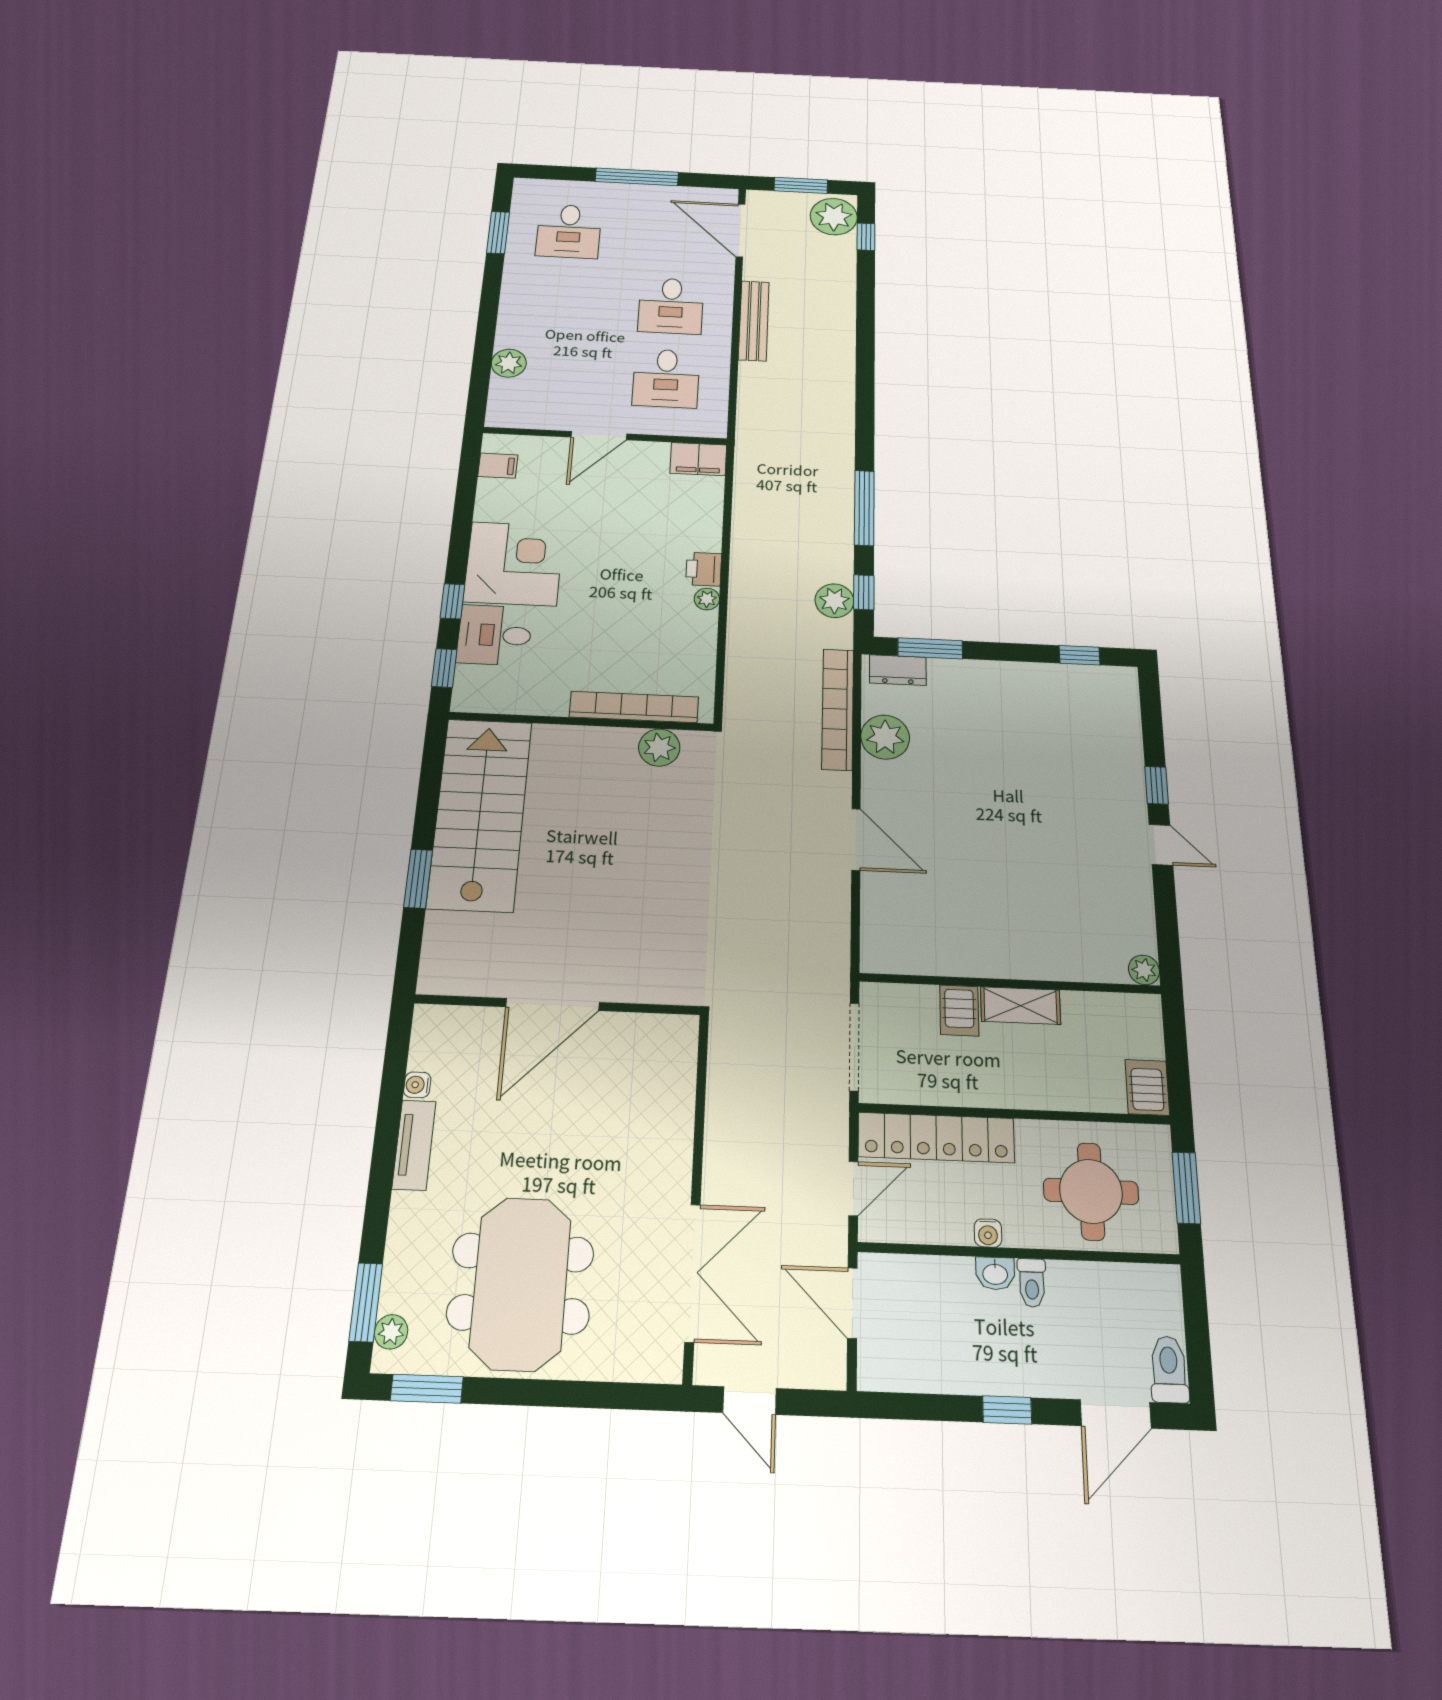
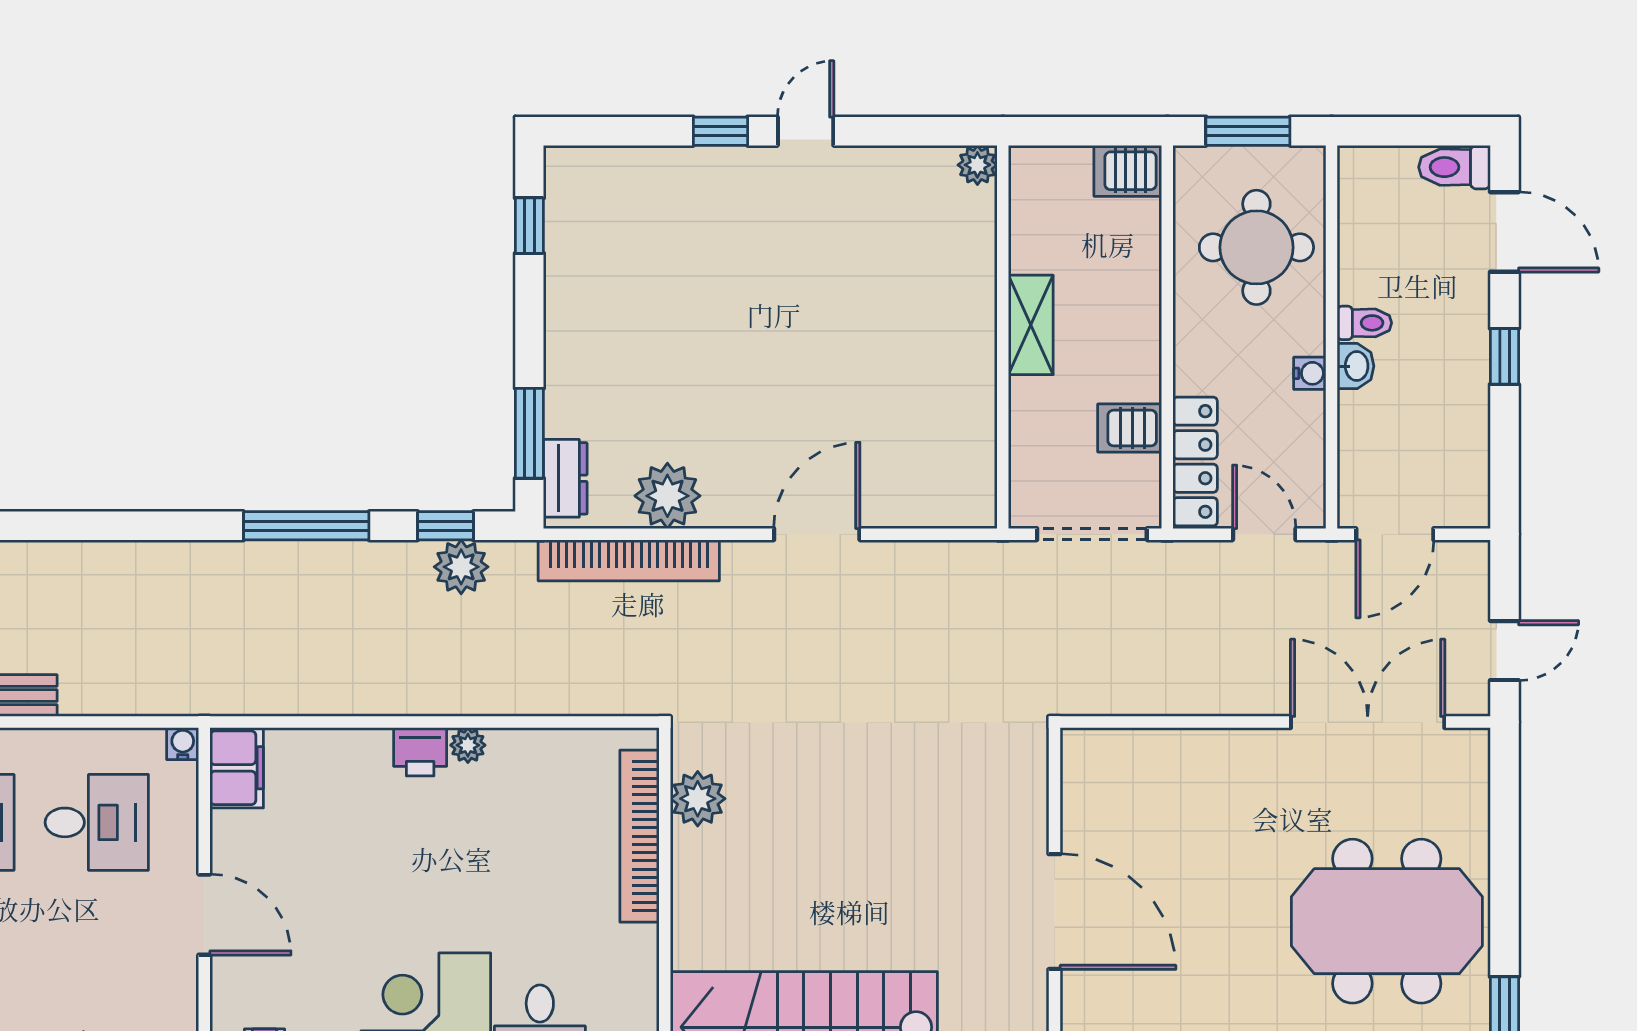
water cooler: (717, 429) -> (183, 744), added
server rack: (959, 1010) -> (1130, 428), moved, turned 180
locker: (936, 1137) -> (1195, 461), width x0.71, depth x0.83

